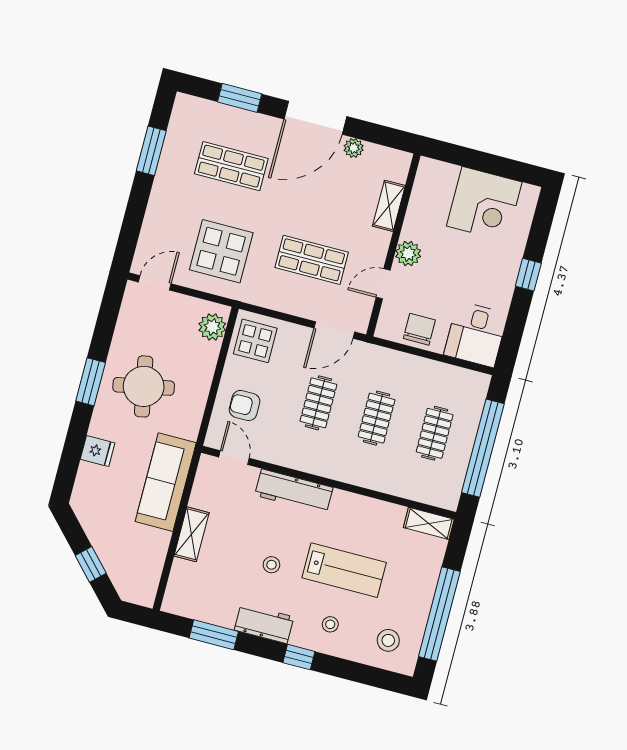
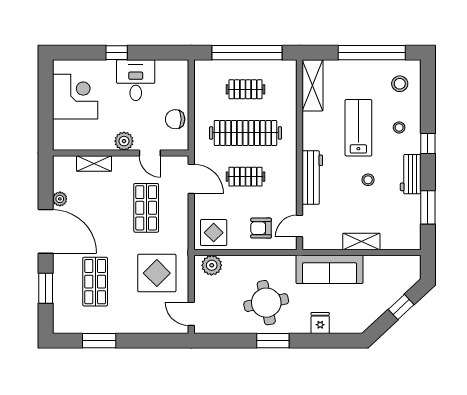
desk: (476, 334) -> (136, 80), moved, turned -90
armchair: (245, 405) -> (261, 228), turned 90
clothes rail: (377, 418) -> (245, 133), width x1.86, depth x1.31
shelving: (429, 523) -> (313, 85), width x1.50, depth x1.33

